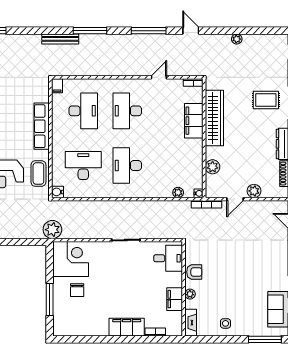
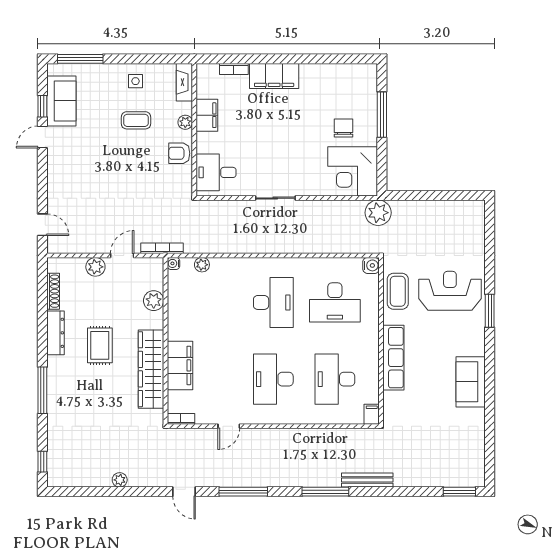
rug: (266, 100) -> (100, 345), moved, turned 90
desk: (127, 111) -> (273, 379), turned 180
coffee table: (225, 295) -> (136, 120), added

